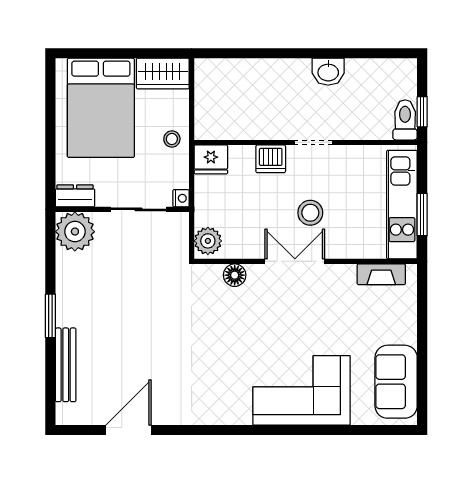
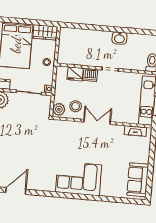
fridge: (211, 159) -> (75, 74), moved
stool: (310, 213) -> (76, 106), moved
floor lamp: (235, 275) -> (70, 126), removed
corner sofa: (301, 390) -> (79, 179), moved

